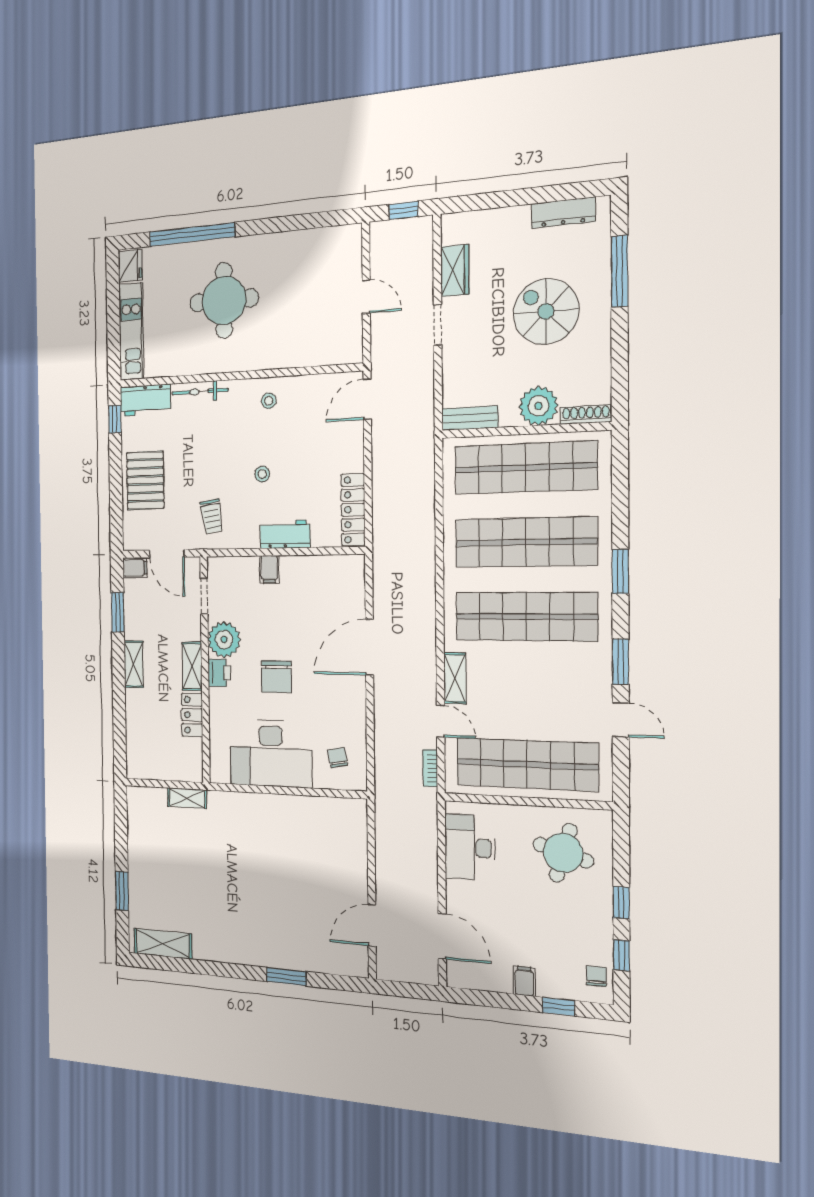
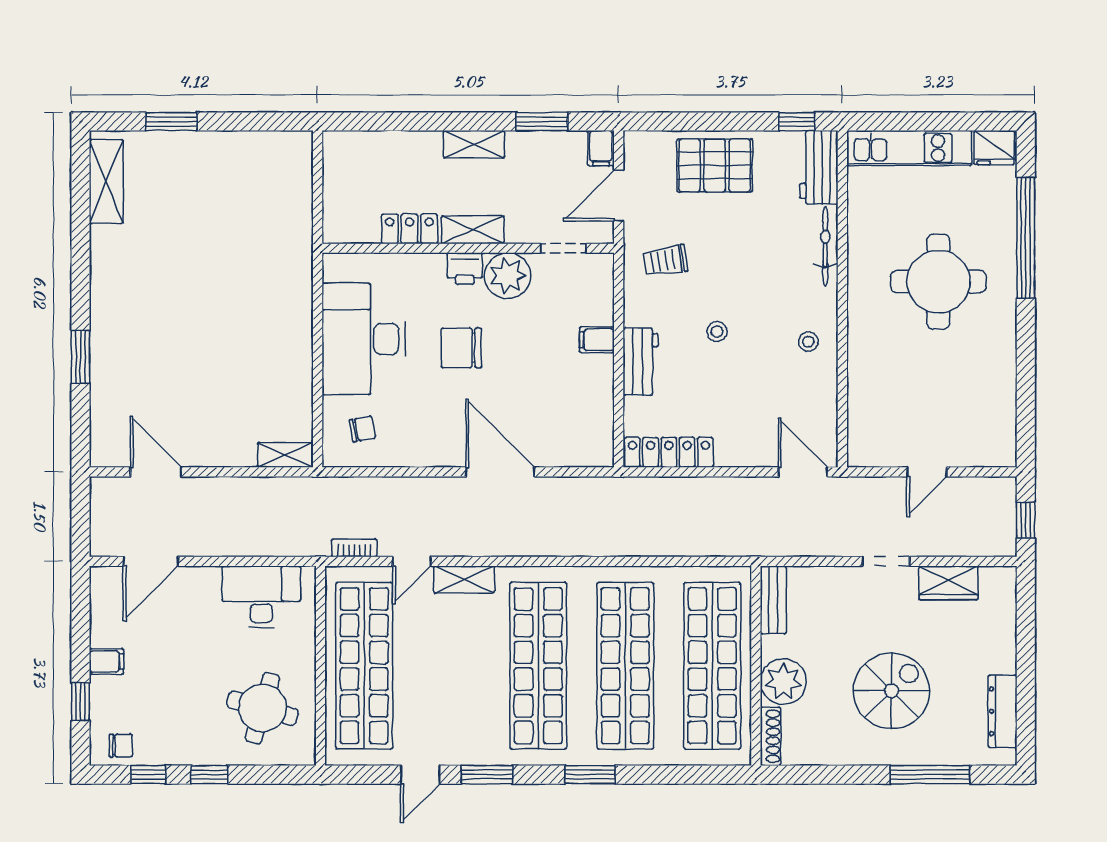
shelving: (187, 798) -> (285, 455), moved, turned 90

